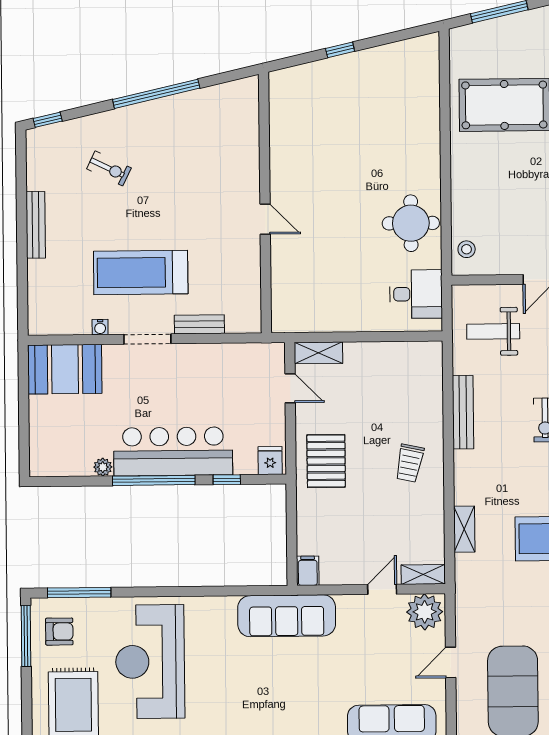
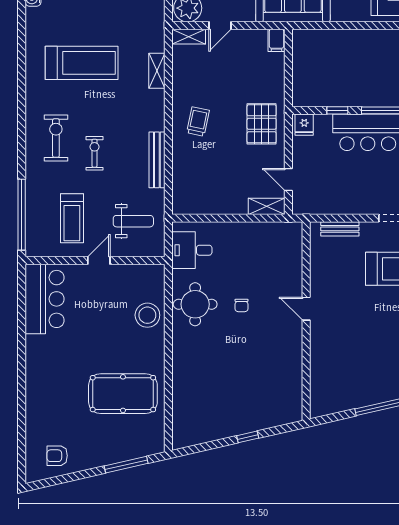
chair: (350, 222) -> (241, 305), added
stool: (467, 249) -> (147, 315), moved, width x1.89, depth x1.89
bench: (199, 324) -> (340, 229), moved

